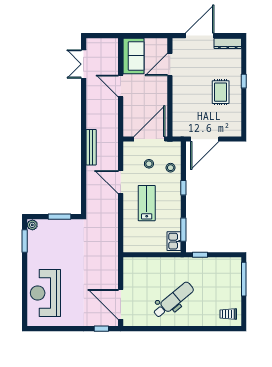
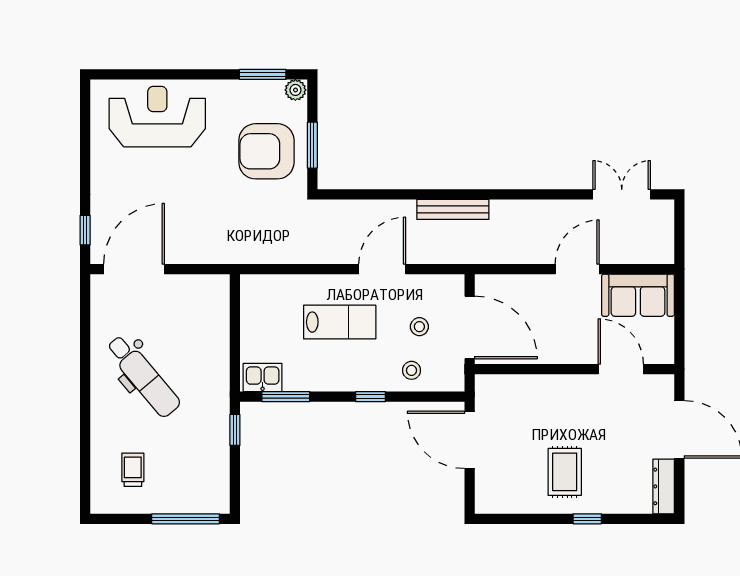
rug: (221, 92) -> (565, 472), turned 90
armchair: (63, 239) -> (266, 151), added
trolley: (228, 314) -> (133, 470), moved

